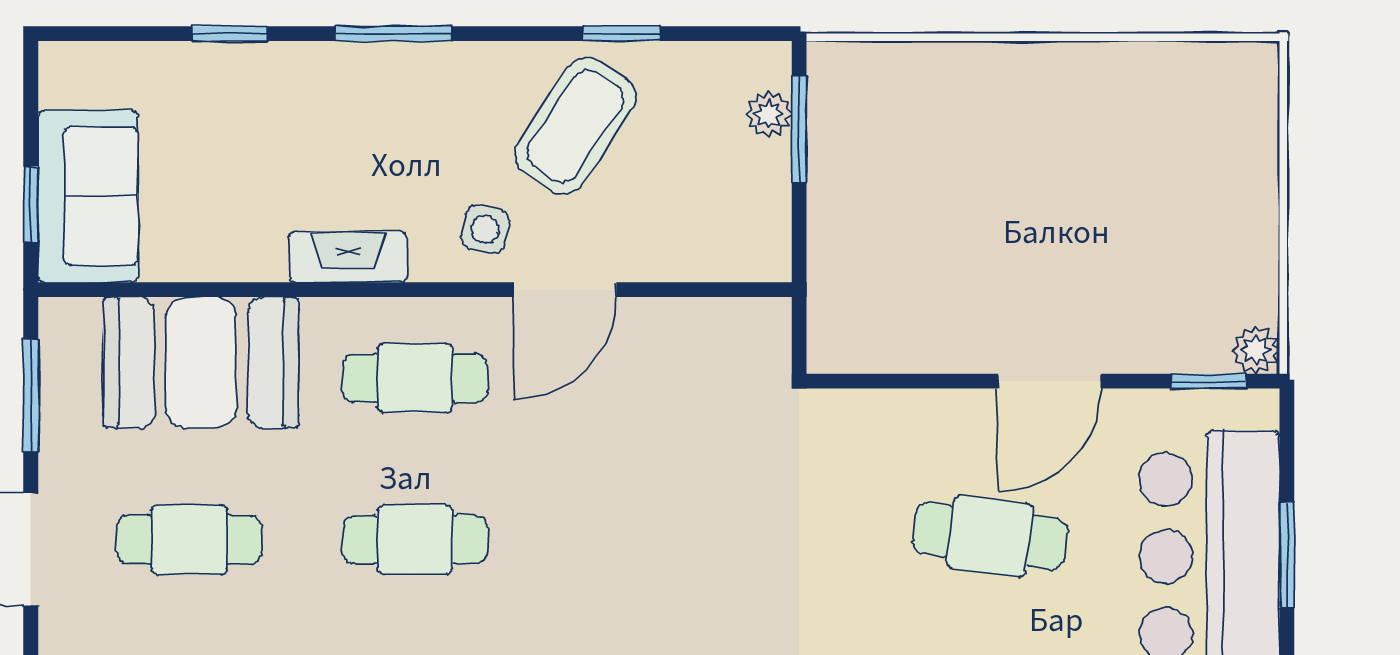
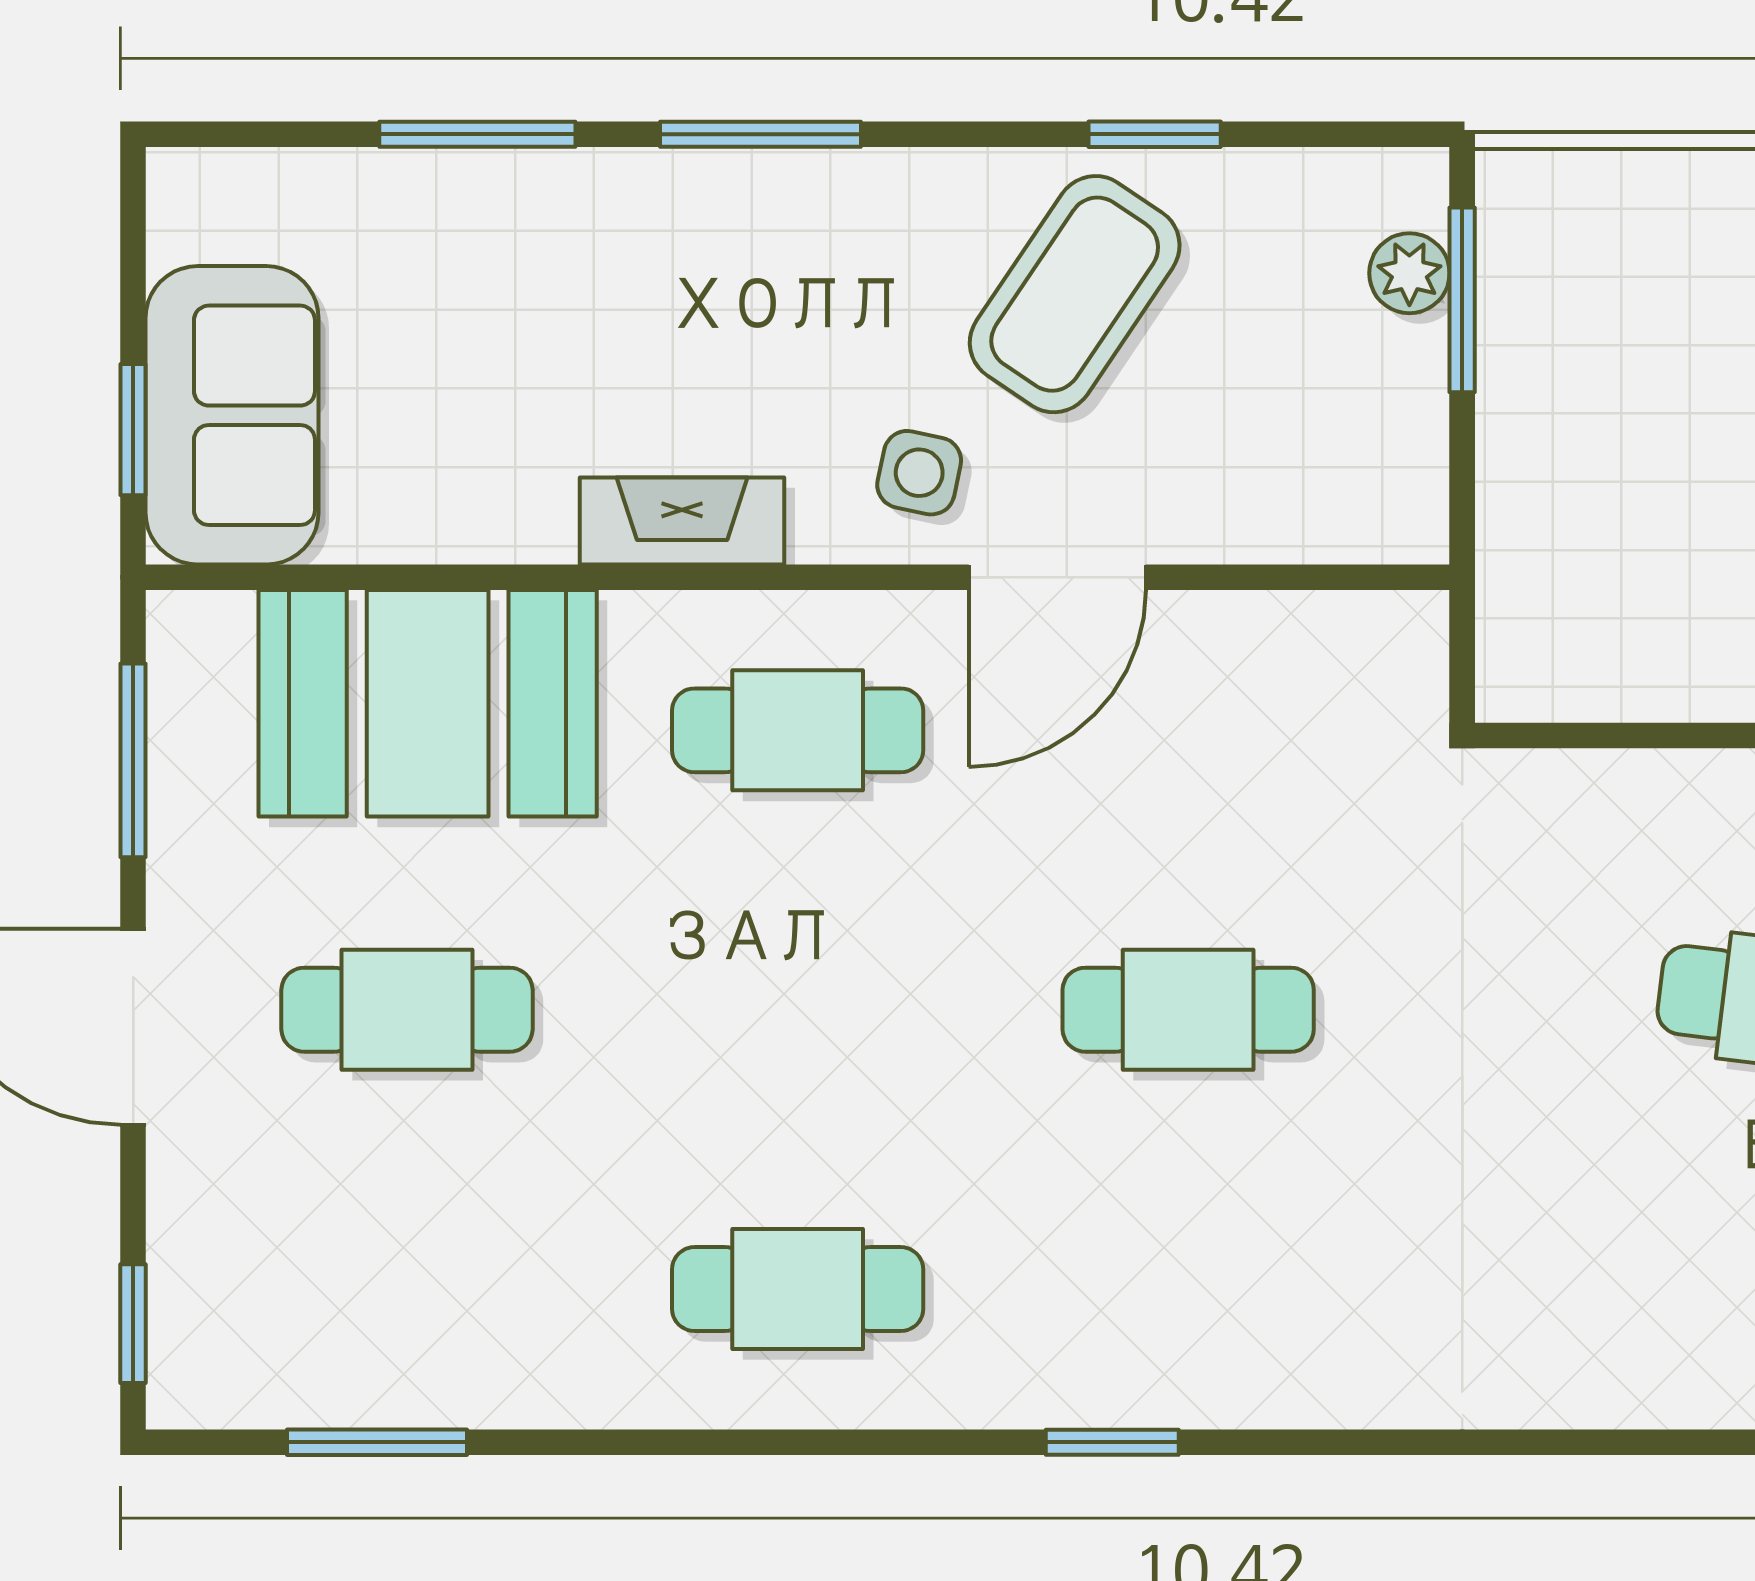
window: (230, 34) -> (477, 134), width x1.50
cafe table: (415, 540) -> (1188, 1010), moved

